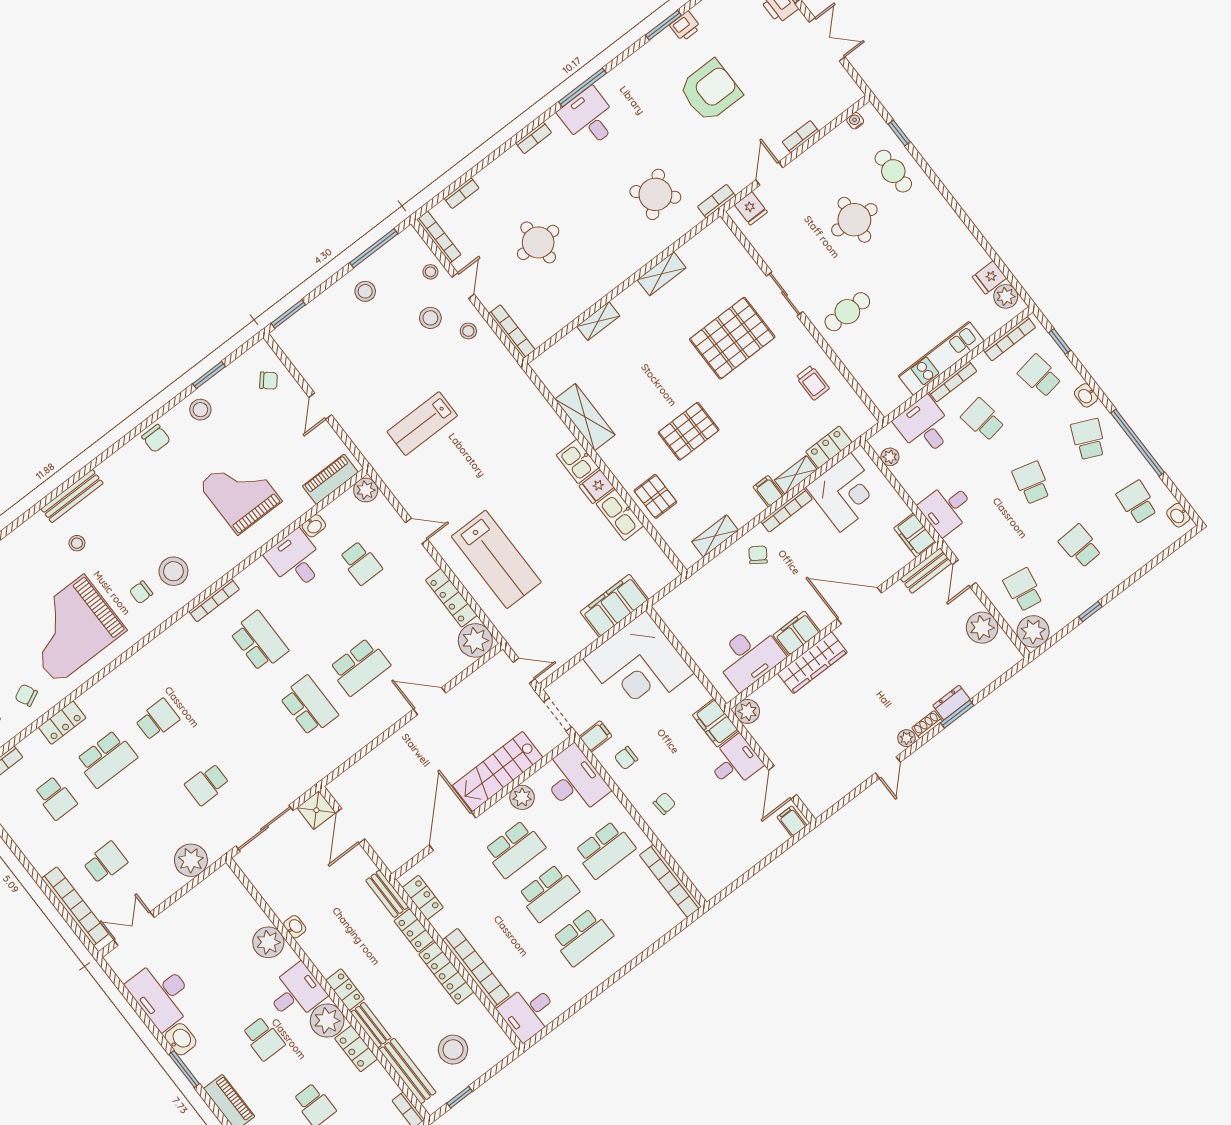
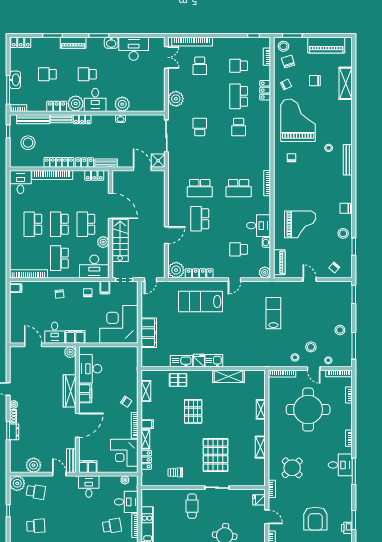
round table: (538, 242) -> (308, 410), width x1.86, depth x1.86
school desk: (1032, 483) -> (74, 526), removed
stool: (173, 571) -> (290, 176), removed
filing cabinet: (792, 821) -> (16, 288), moved

